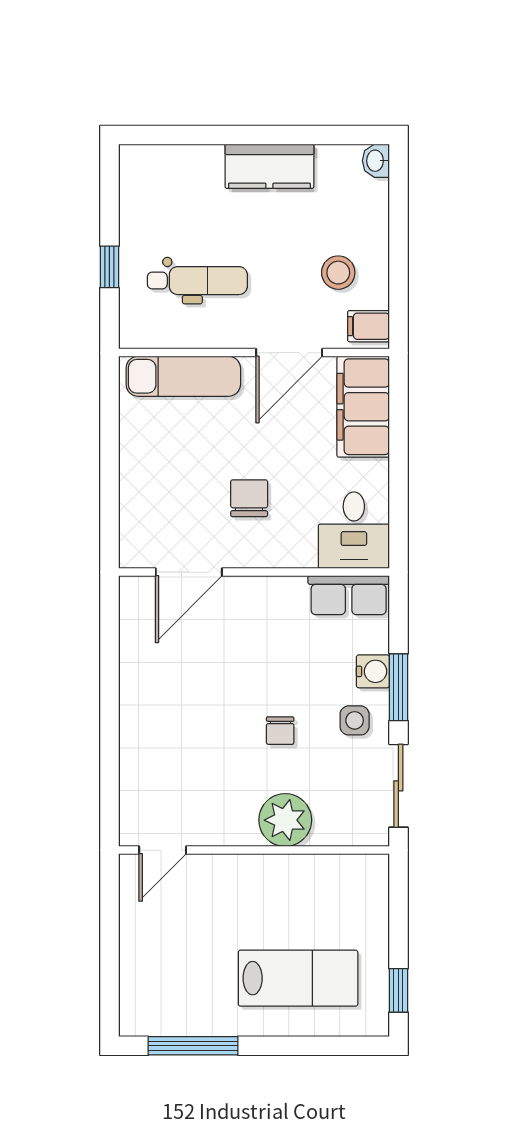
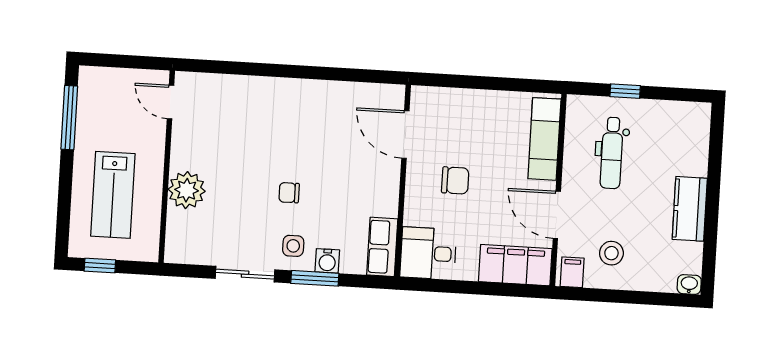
plant: (285, 820) -> (187, 190), moved
door: (163, 850) -> (170, 102), moved
wall: (254, 850) -> (167, 167), moved

